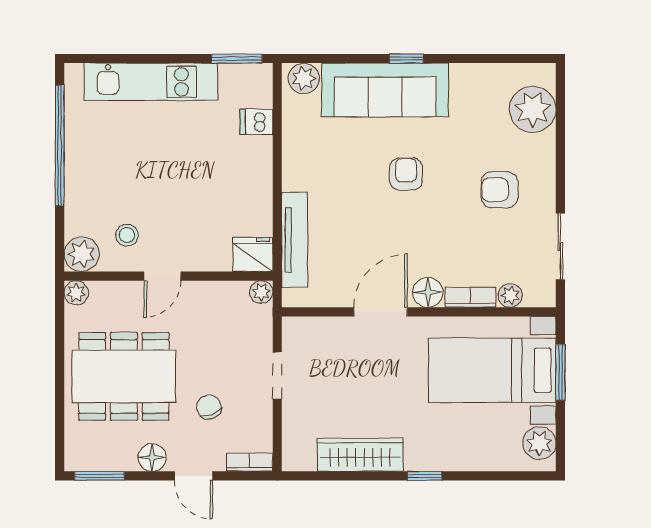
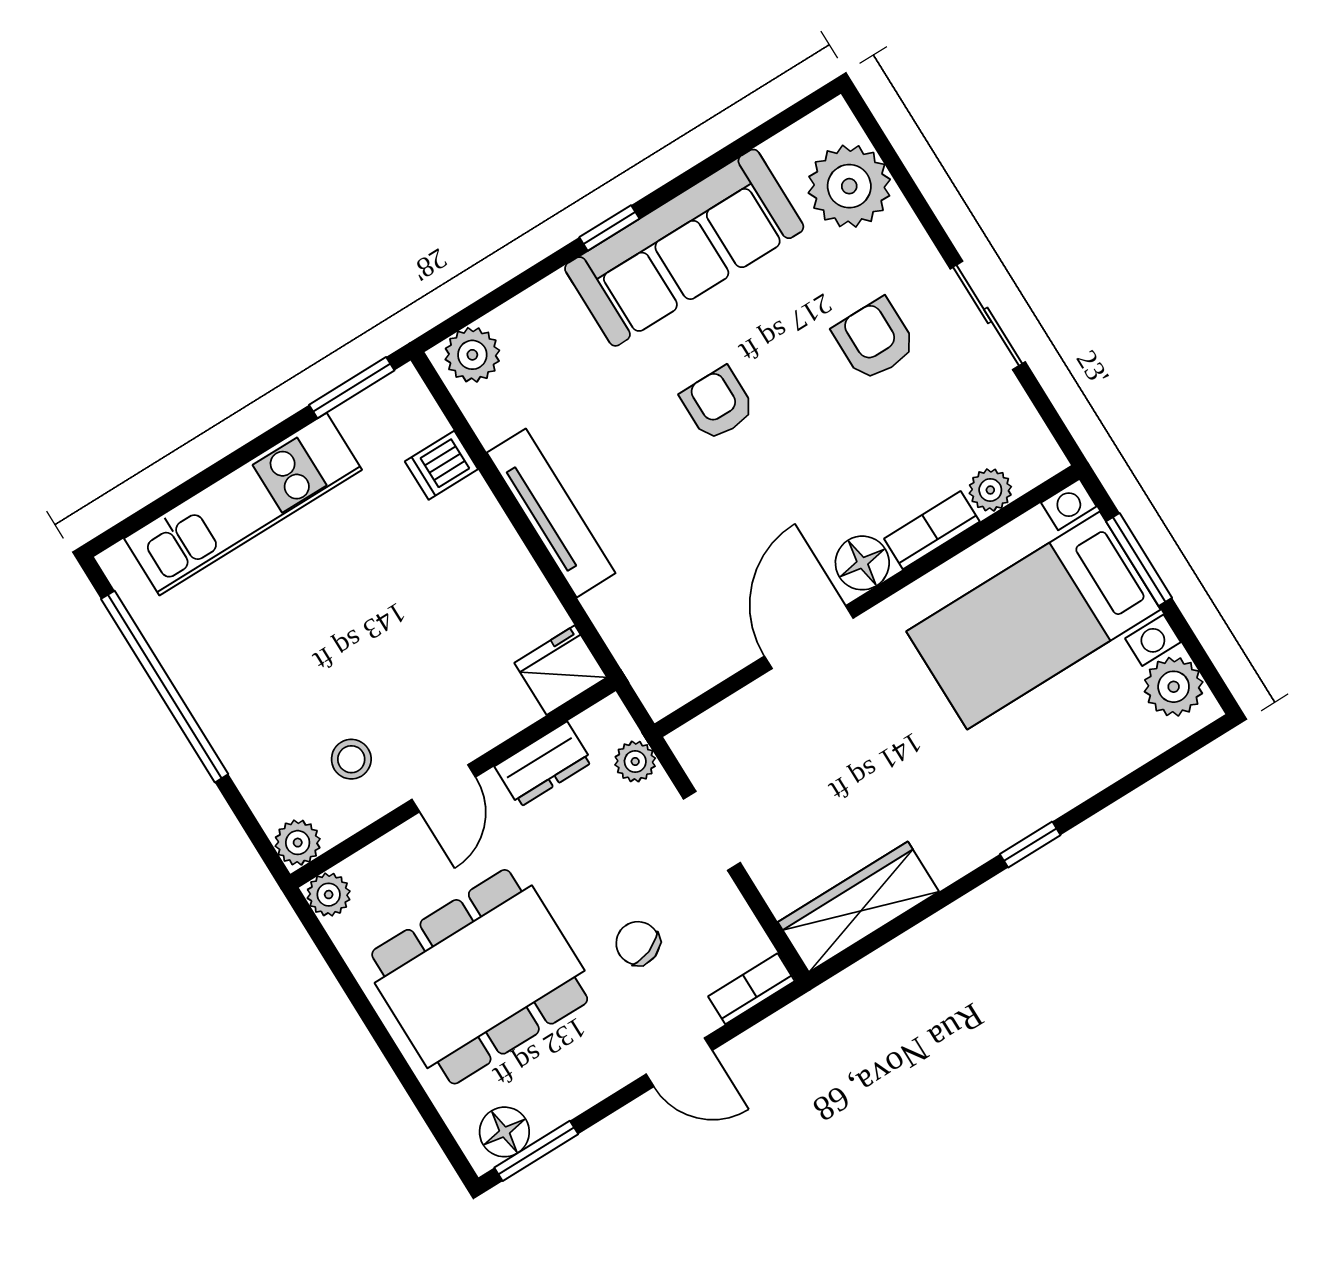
sofa: (385, 90) -> (684, 248), moved
armchair: (499, 190) -> (874, 339), turned 90
tv unit: (295, 240) -> (551, 513), moved
sliding door: (560, 246) -> (988, 315), moved
plant: (82, 254) -> (298, 843), width x0.73, depth x0.73
plant: (261, 292) -> (635, 762), moved
dresser: (217, 294) -> (543, 764), added
wardrobe: (360, 455) -> (858, 907), moved
floor lamp: (152, 457) -> (504, 1132), moved

